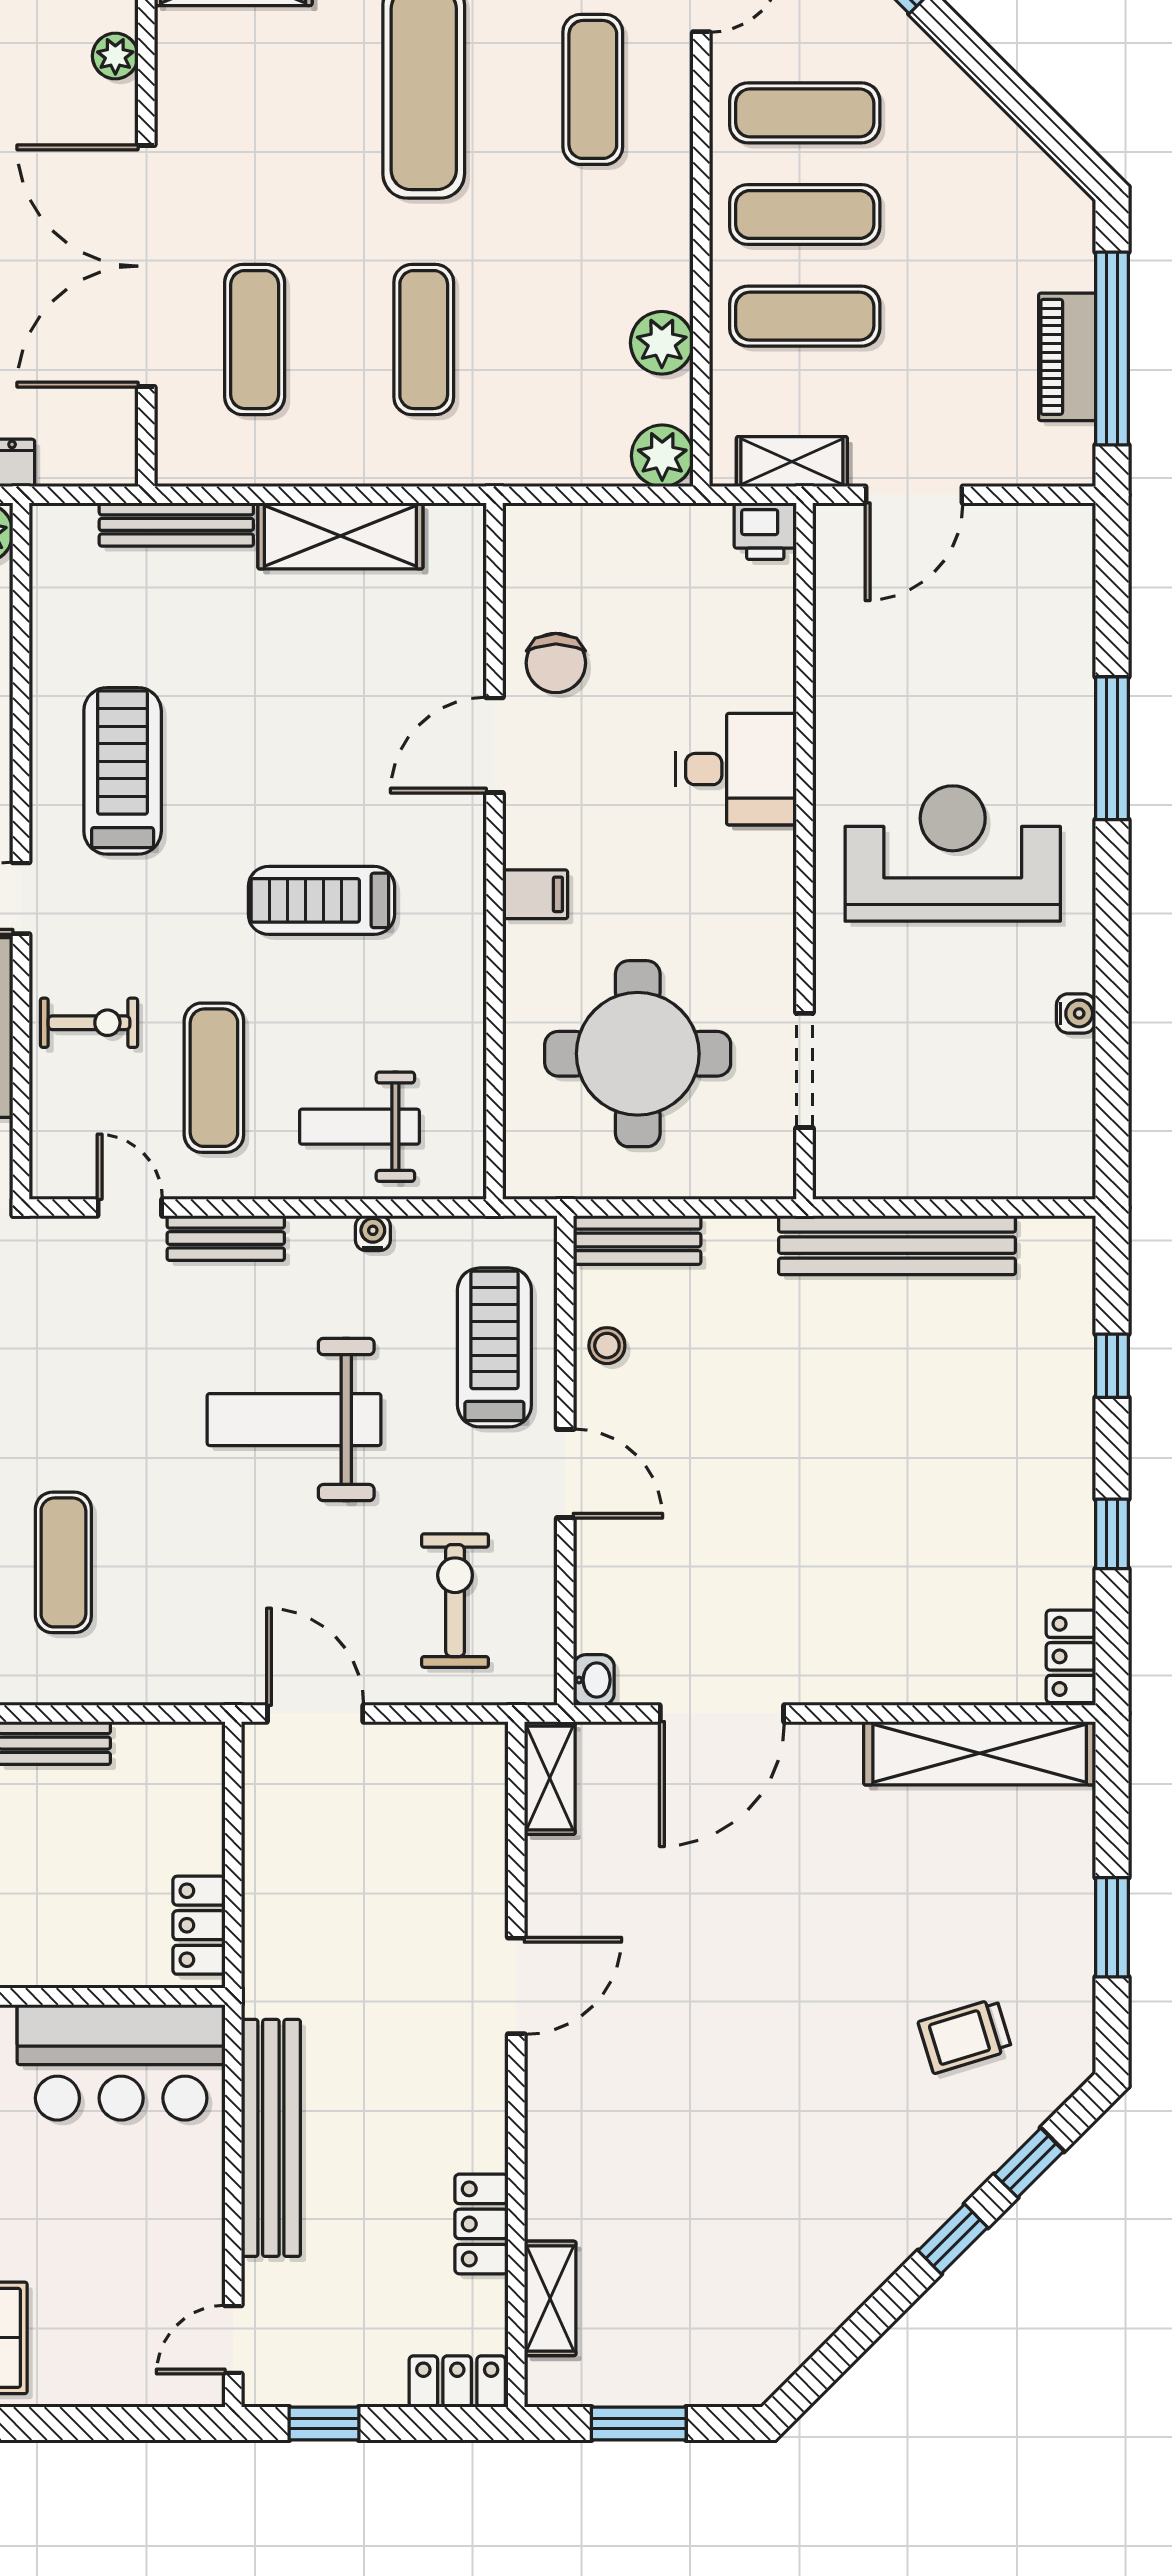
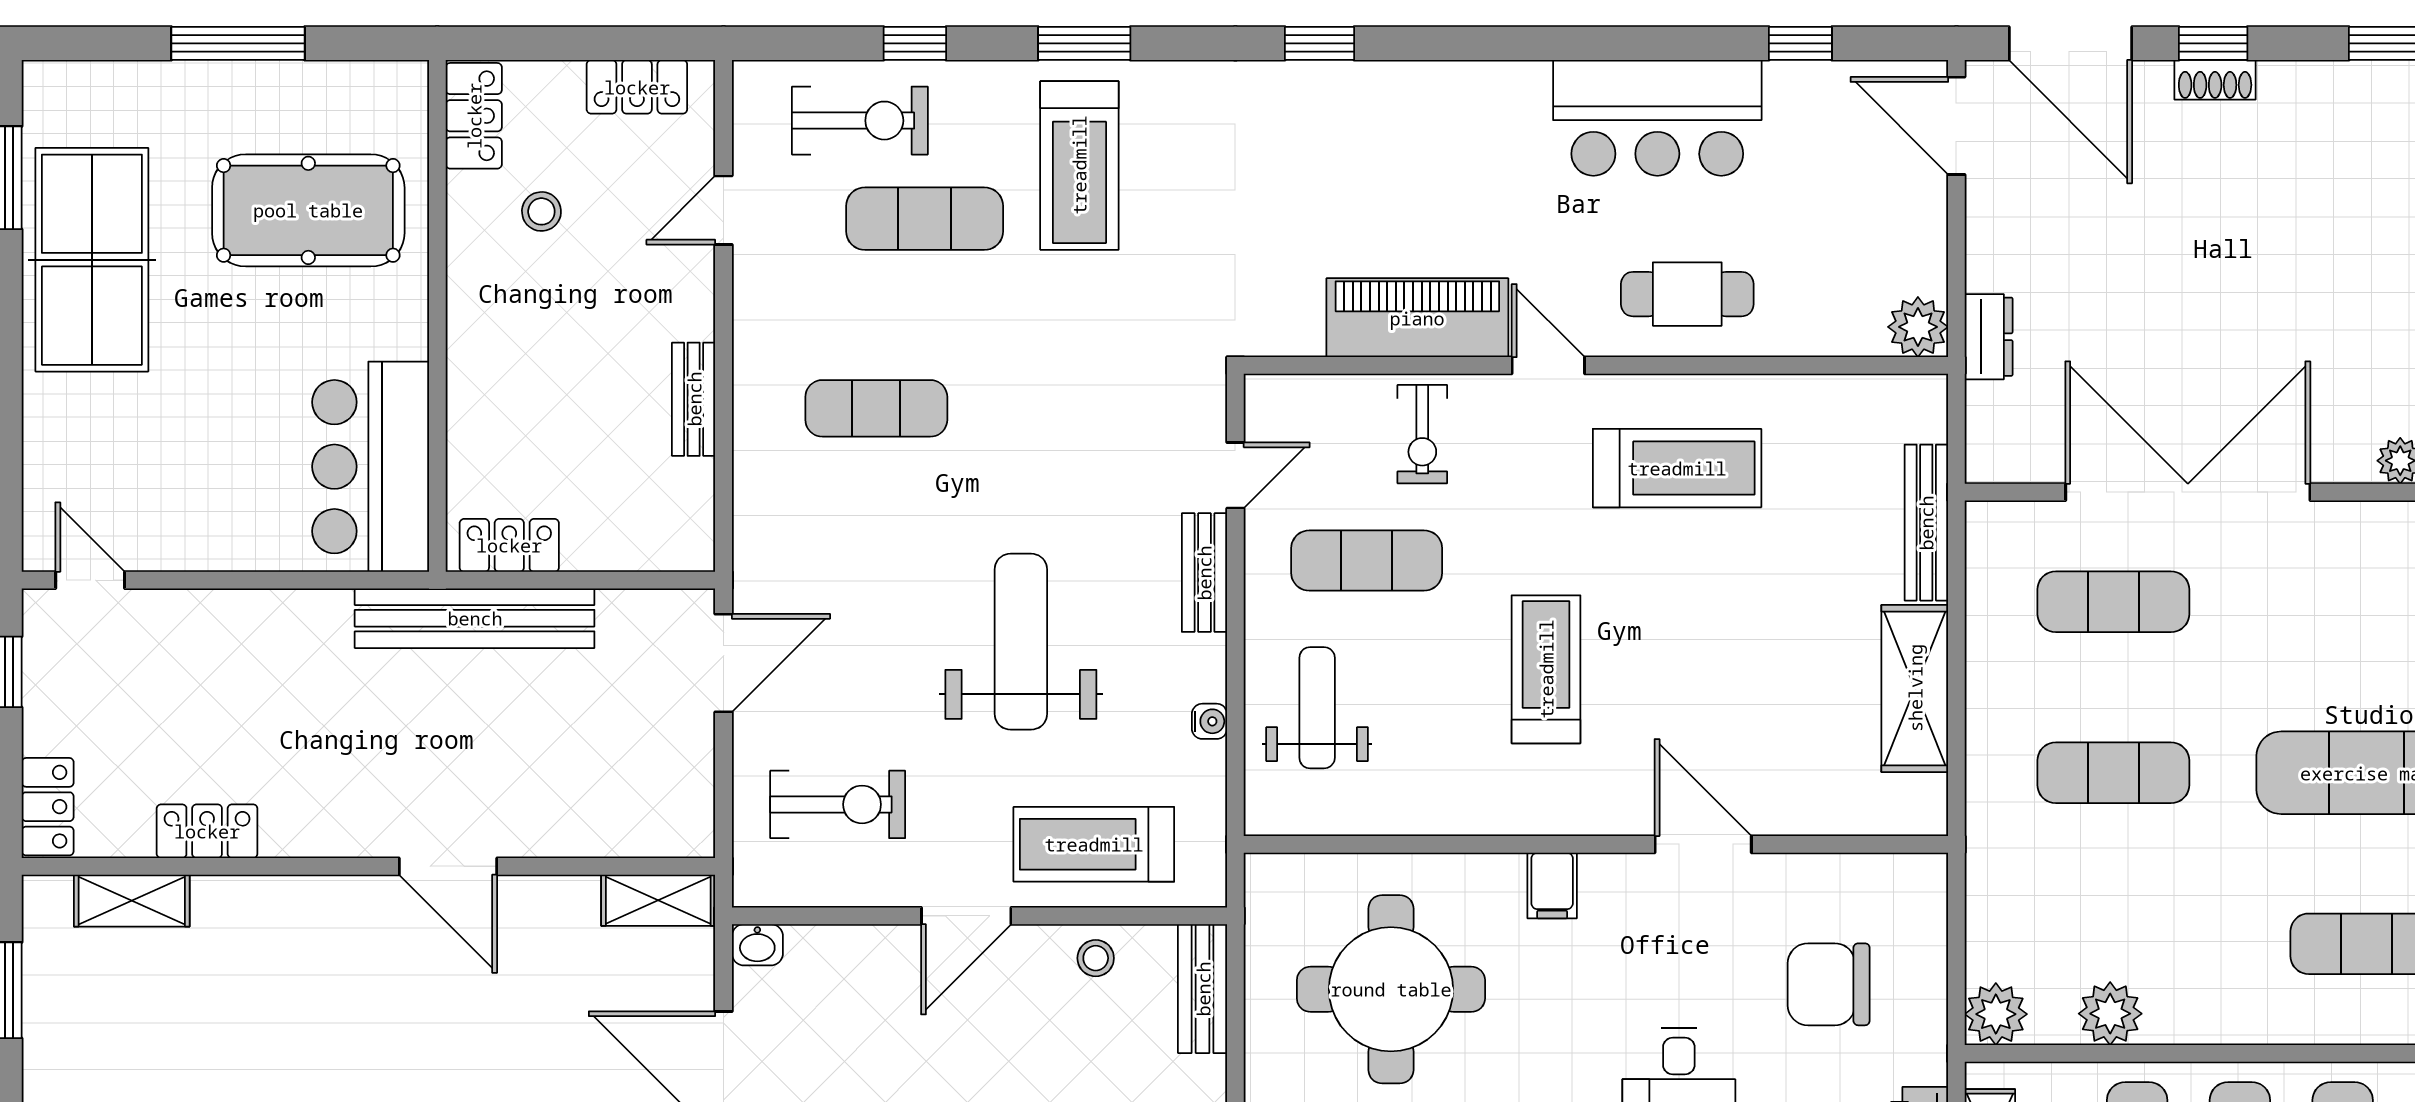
chair: (556, 663) -> (1829, 984), moved, width x1.37, depth x1.37
treadmill: (494, 1347) -> (1094, 844), turned 180
bench: (271, 2138) -> (475, 618), moved

